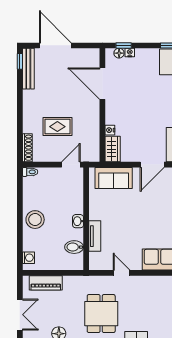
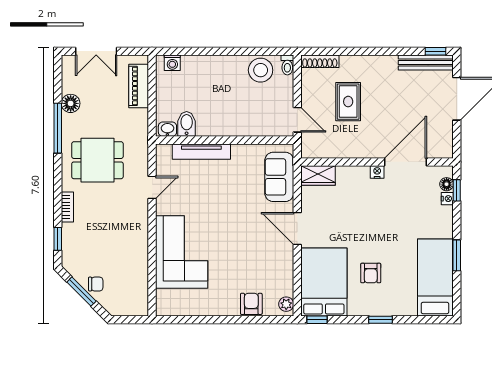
nightstand: (110, 130) -> (377, 172), moved
stool: (35, 220) -> (261, 70), moved
washbasin: (78, 221) -> (167, 129), moved
tv unit: (95, 236) -> (201, 152), width x1.41

